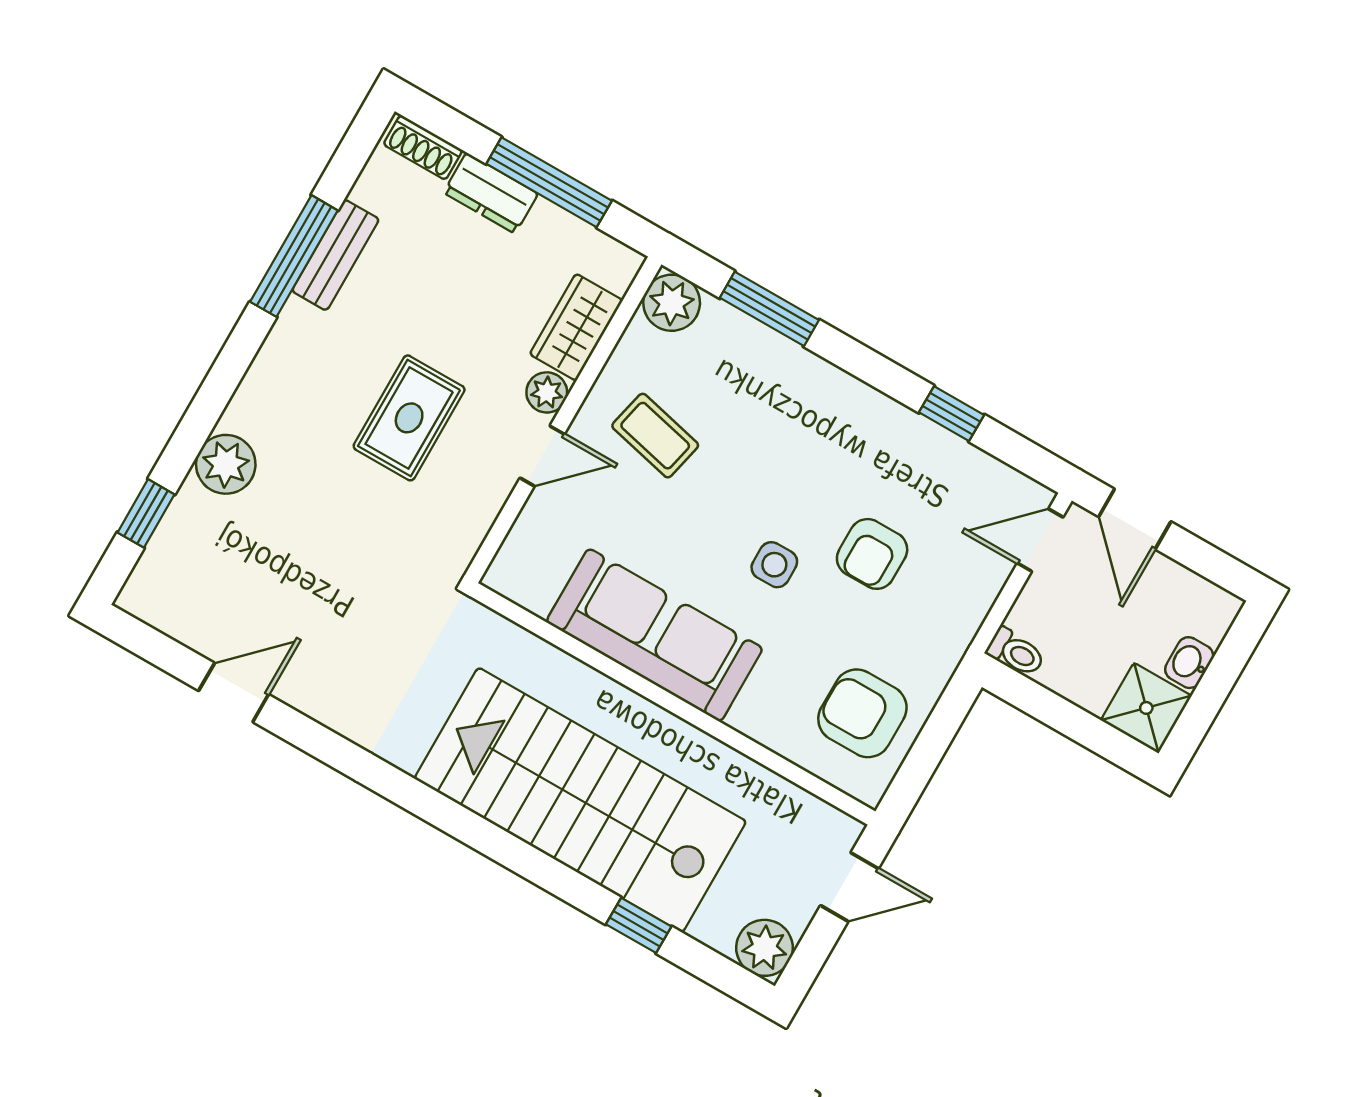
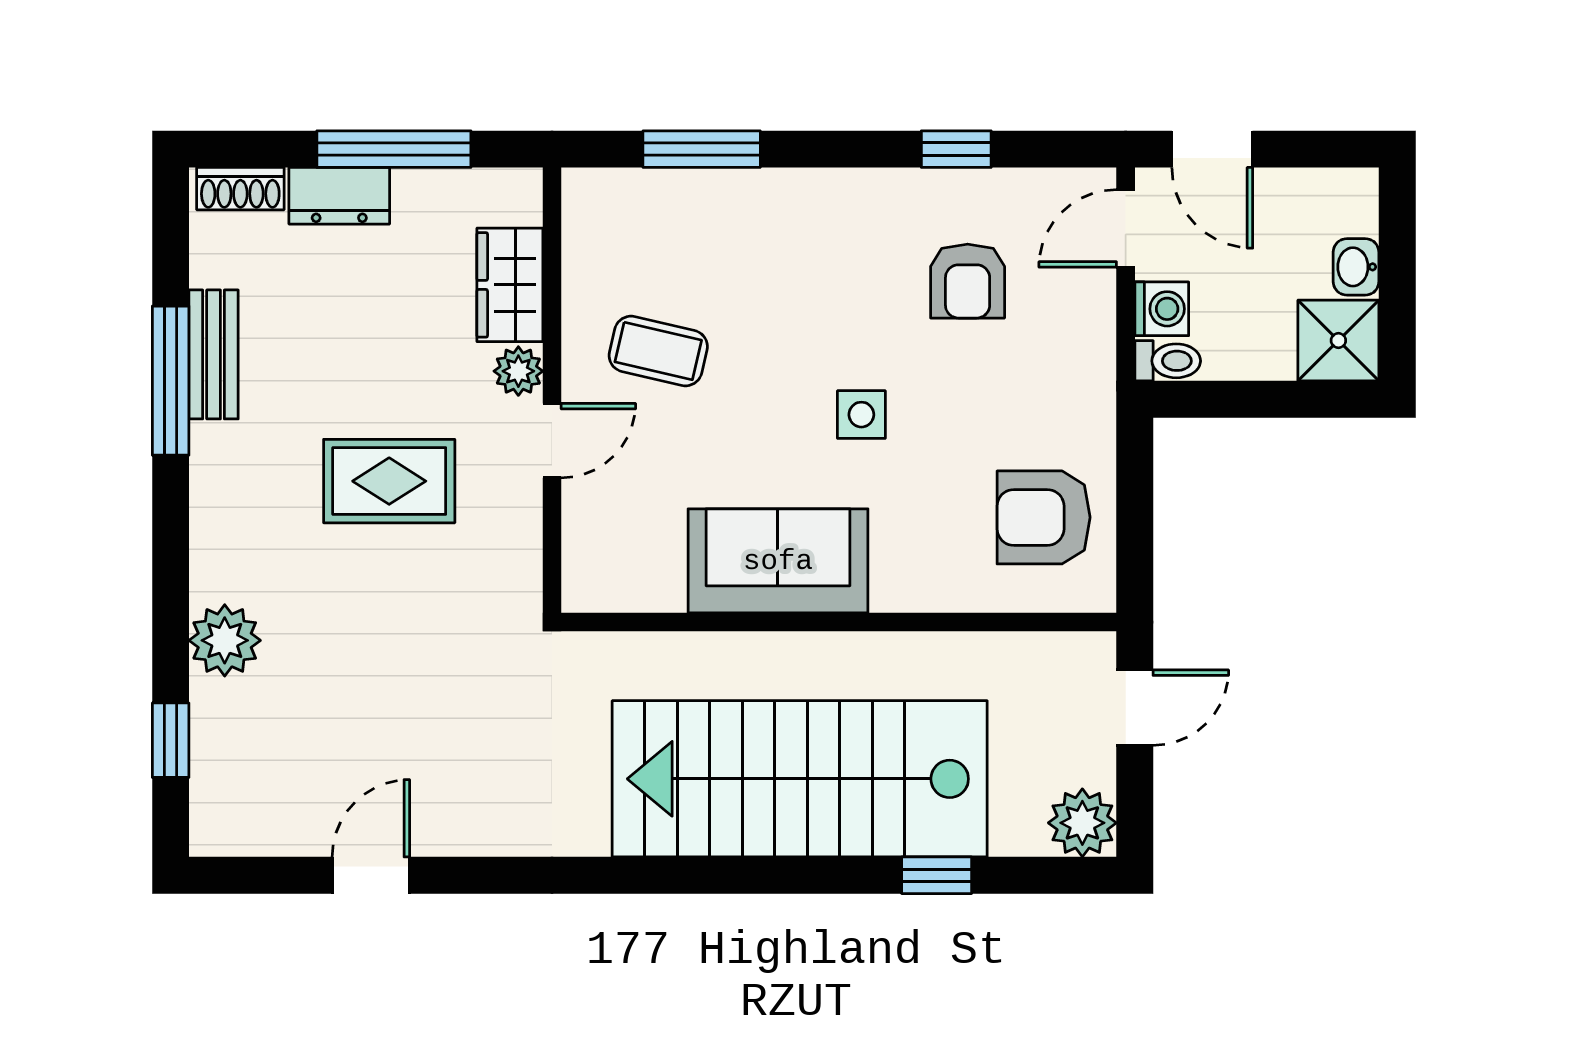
plant: (672, 303) -> (595, 202), removed
rug: (409, 418) -> (389, 481), turned 90
armchair: (872, 554) -> (968, 281), moved
washing machine: (1033, 613) -> (1162, 309), added
sofa: (654, 635) -> (778, 561), width x0.73

